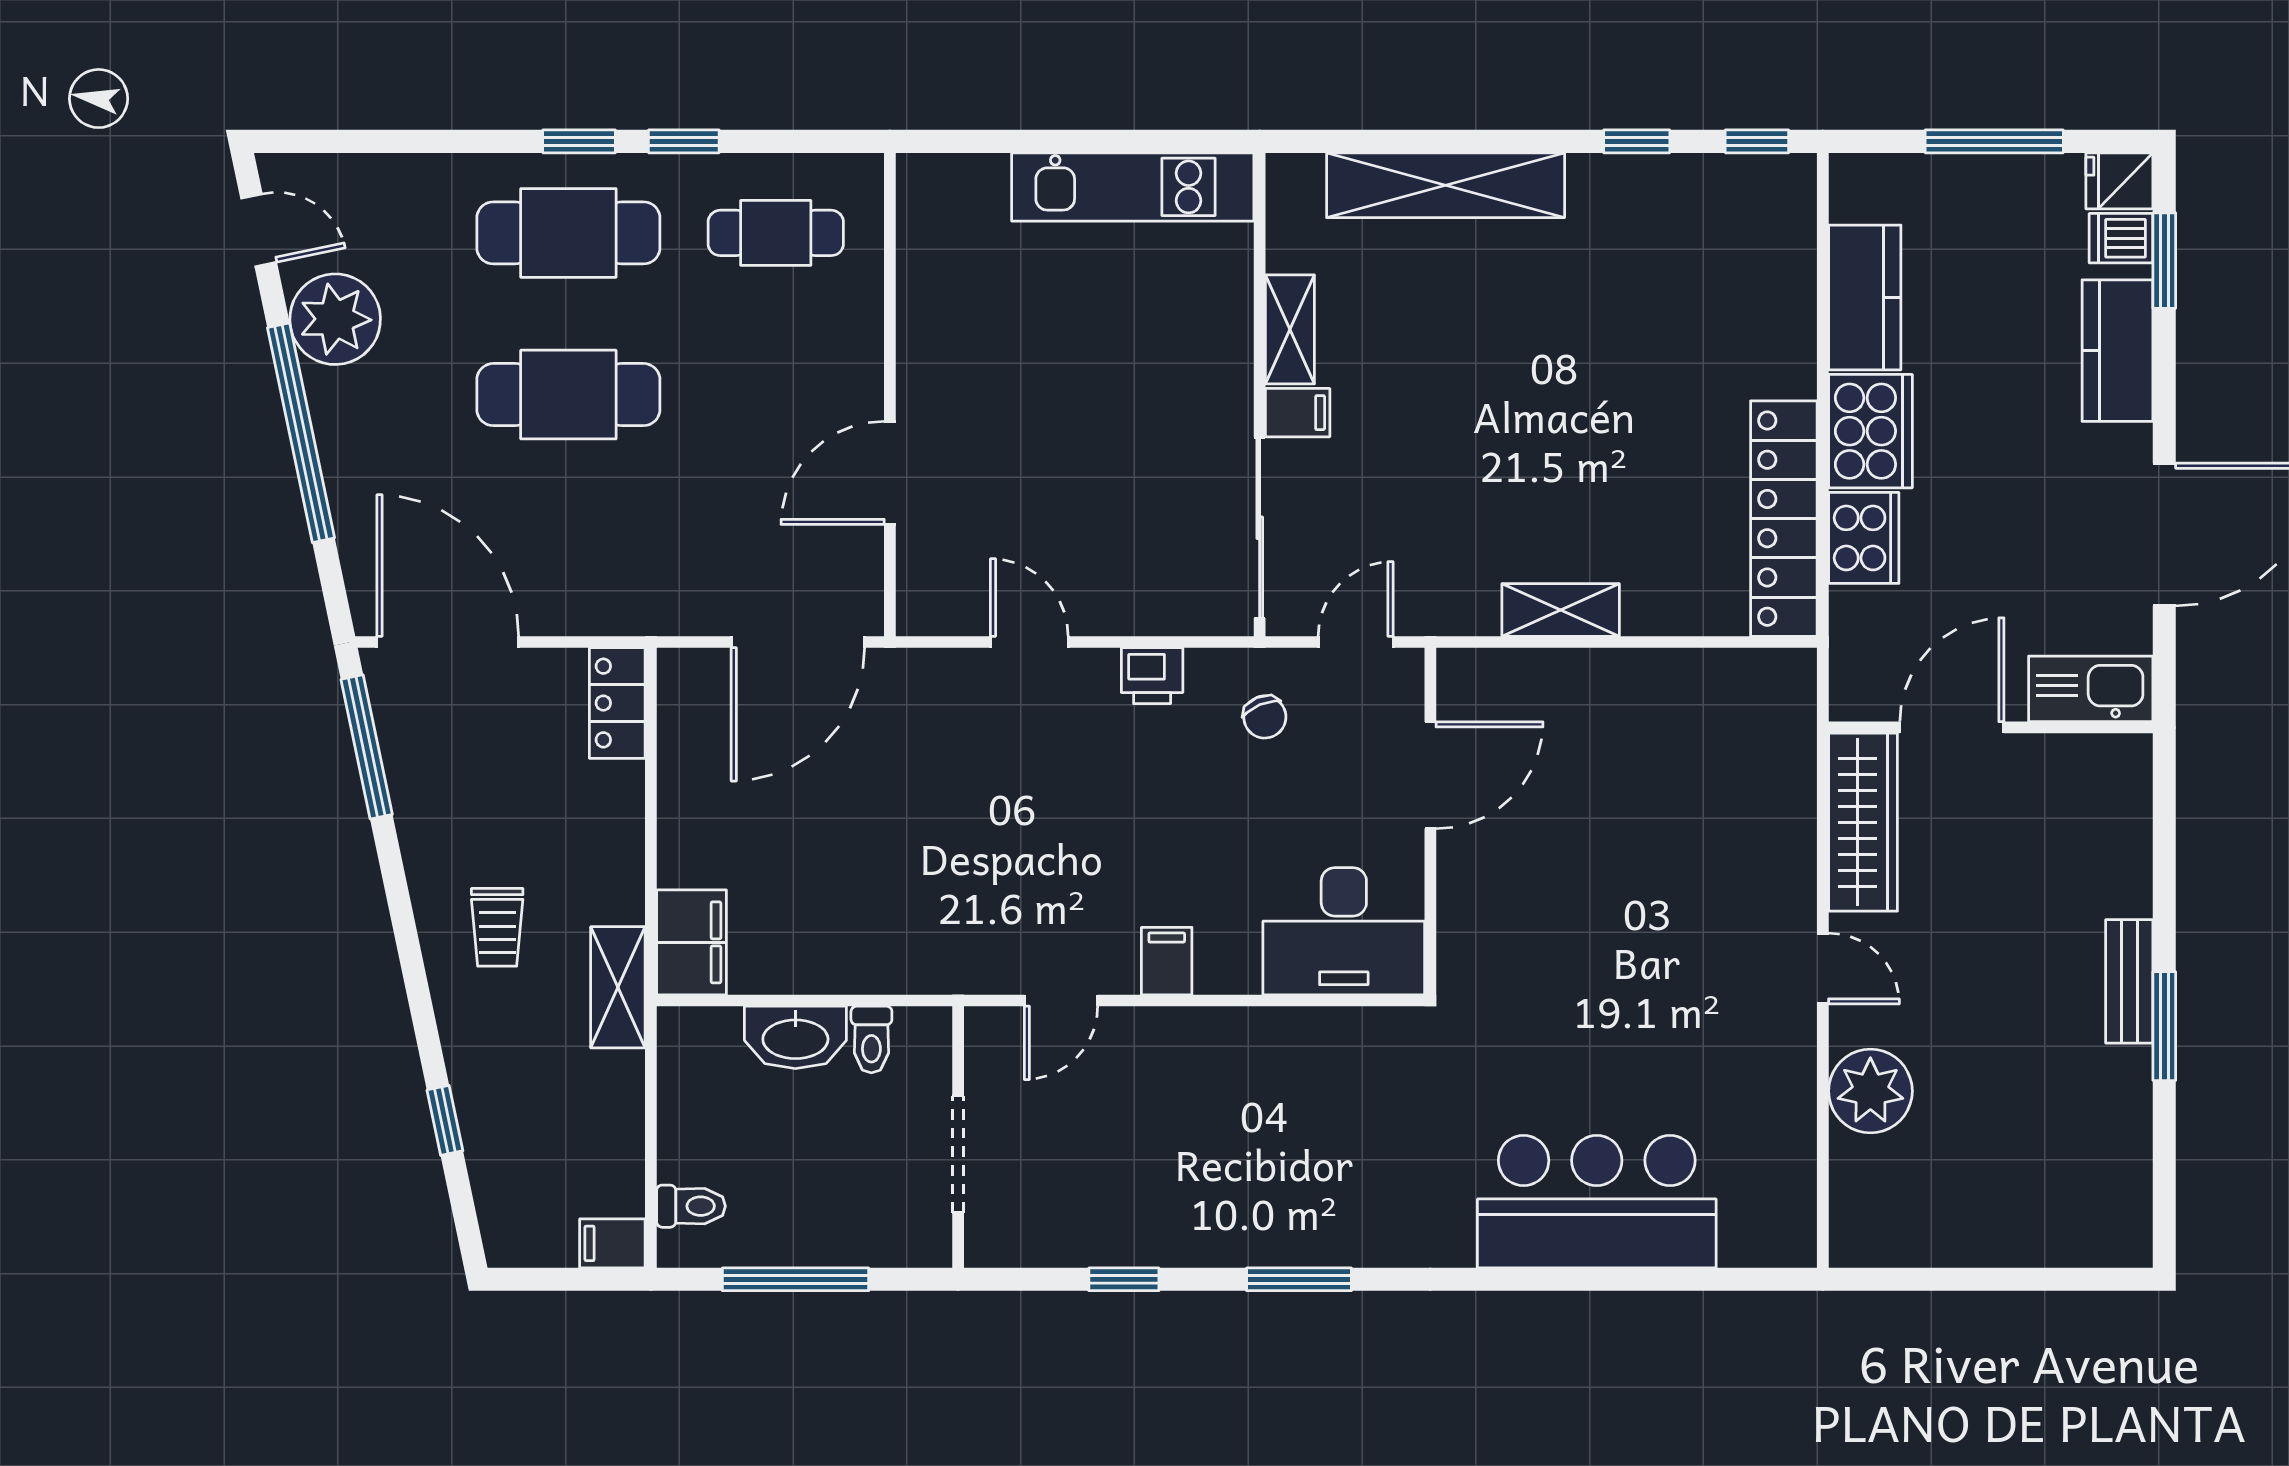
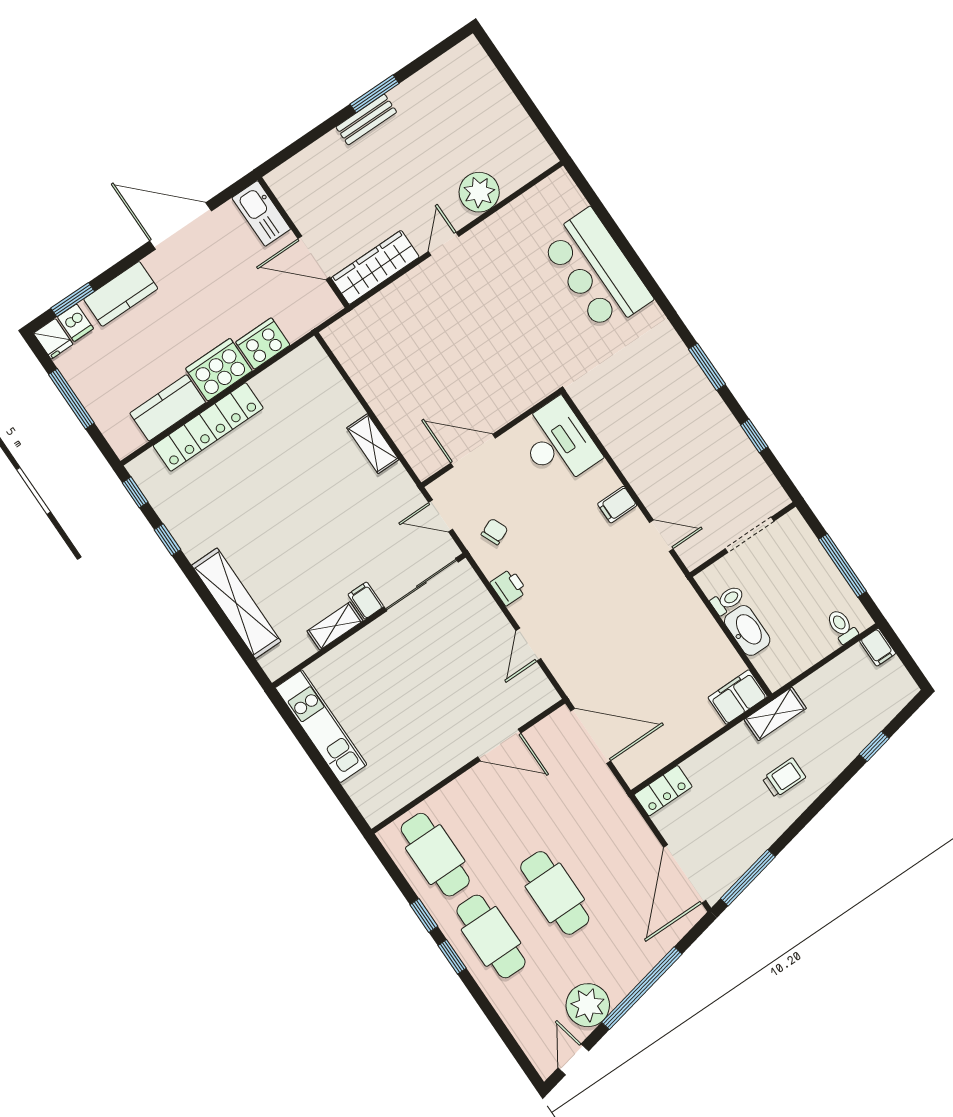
cafe table: (776, 233) -> (435, 855), width x1.37, depth x1.35
locker: (1784, 519) -> (208, 427), moved

